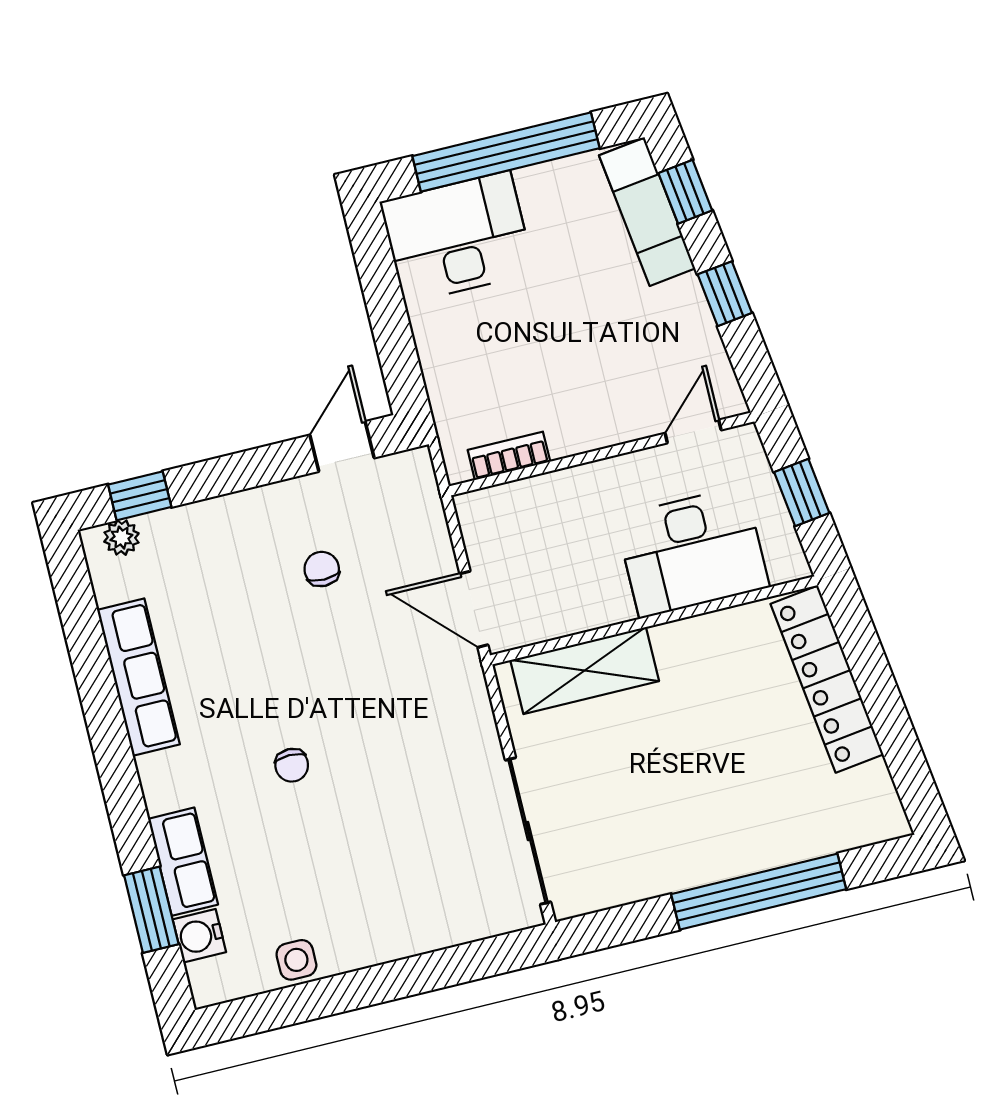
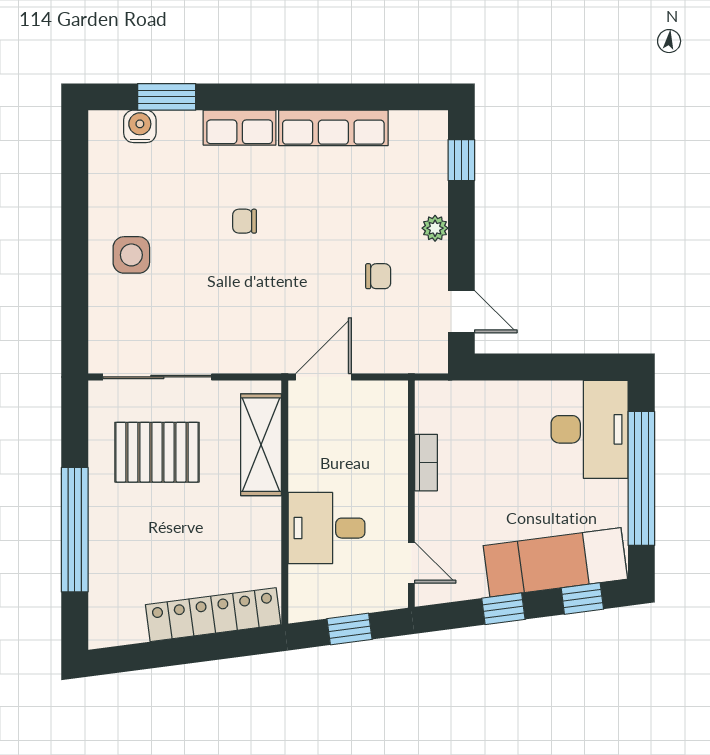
exam couch: (647, 212) -> (555, 562), width x1.36, depth x1.45
bookcase: (509, 456) -> (426, 463), moved
plant: (121, 538) -> (435, 228), moved
desk: (692, 552) -> (326, 528), width x0.73
pallet: (629, 807) -> (157, 452), added
row of seats: (183, 862) -> (240, 128), moved
side table: (296, 960) -> (131, 255), moved, width x1.37, depth x1.37

